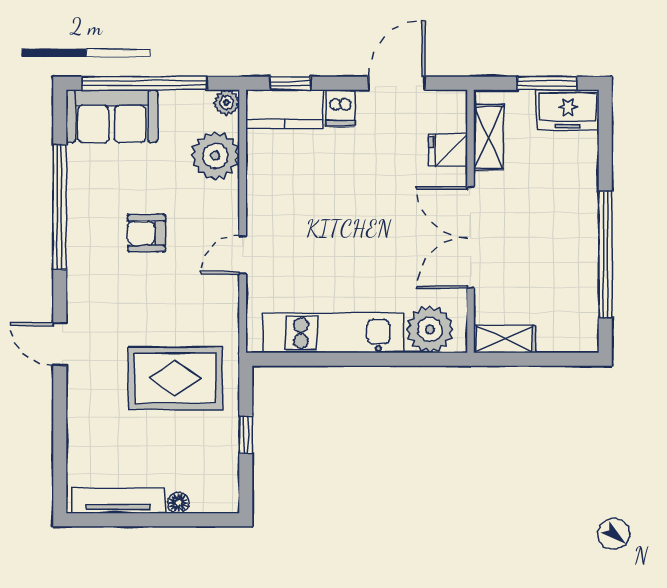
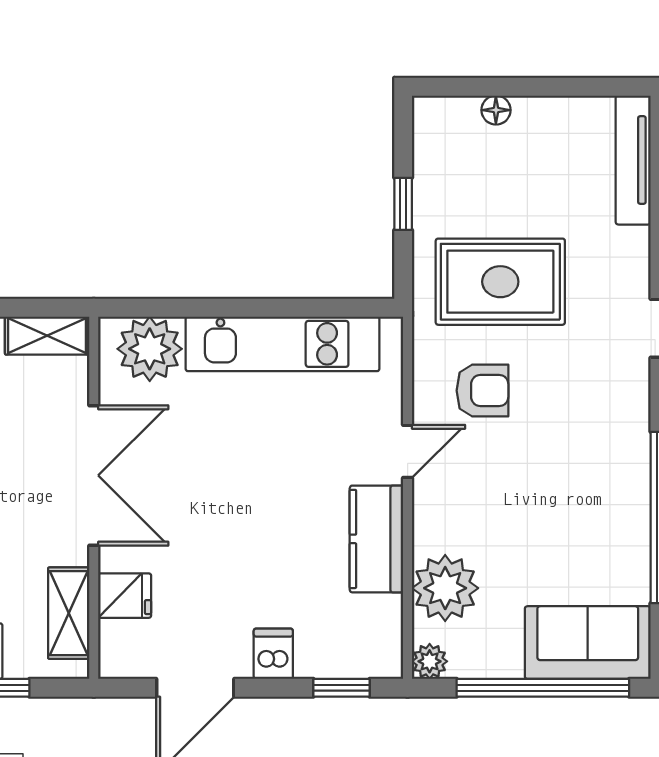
kitchen counter: (285, 109) -> (376, 539), moved, turned -90
armchair: (146, 233) -> (482, 391), moved
tv unit: (118, 501) -> (633, 160), moved, turned 90

